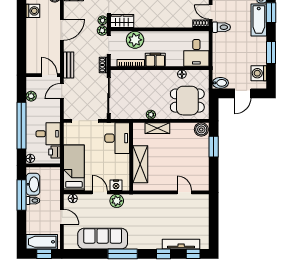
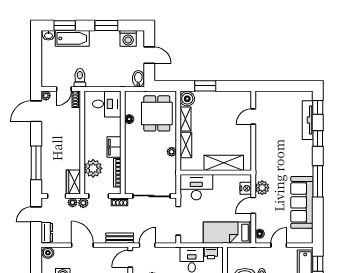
door: (62, 91) -> (147, 245), swing flipped
shelving: (182, 128) -> (185, 119), added

